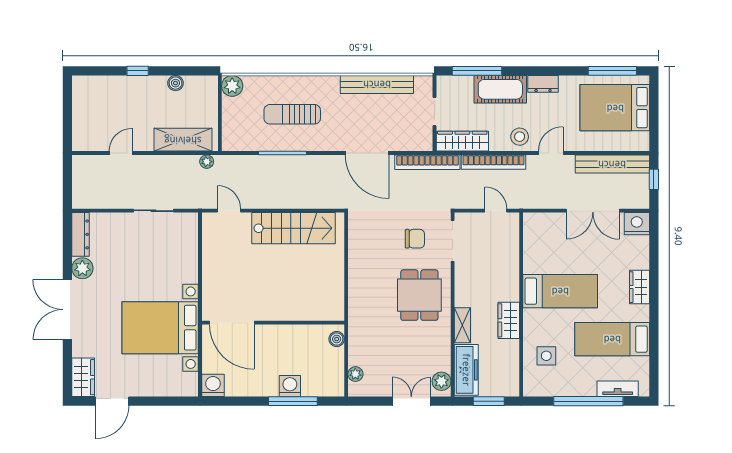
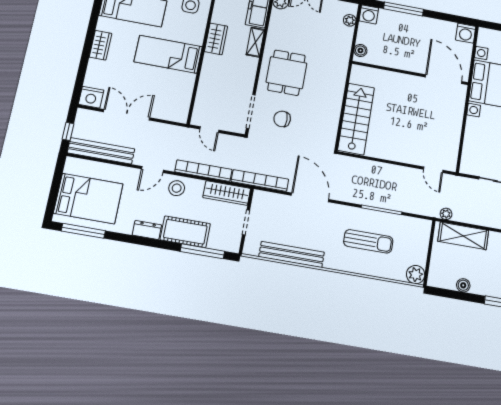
stairs: (294, 228) -> (356, 119), moved, turned 90
washing machine: (290, 386) -> (369, 14), moved

